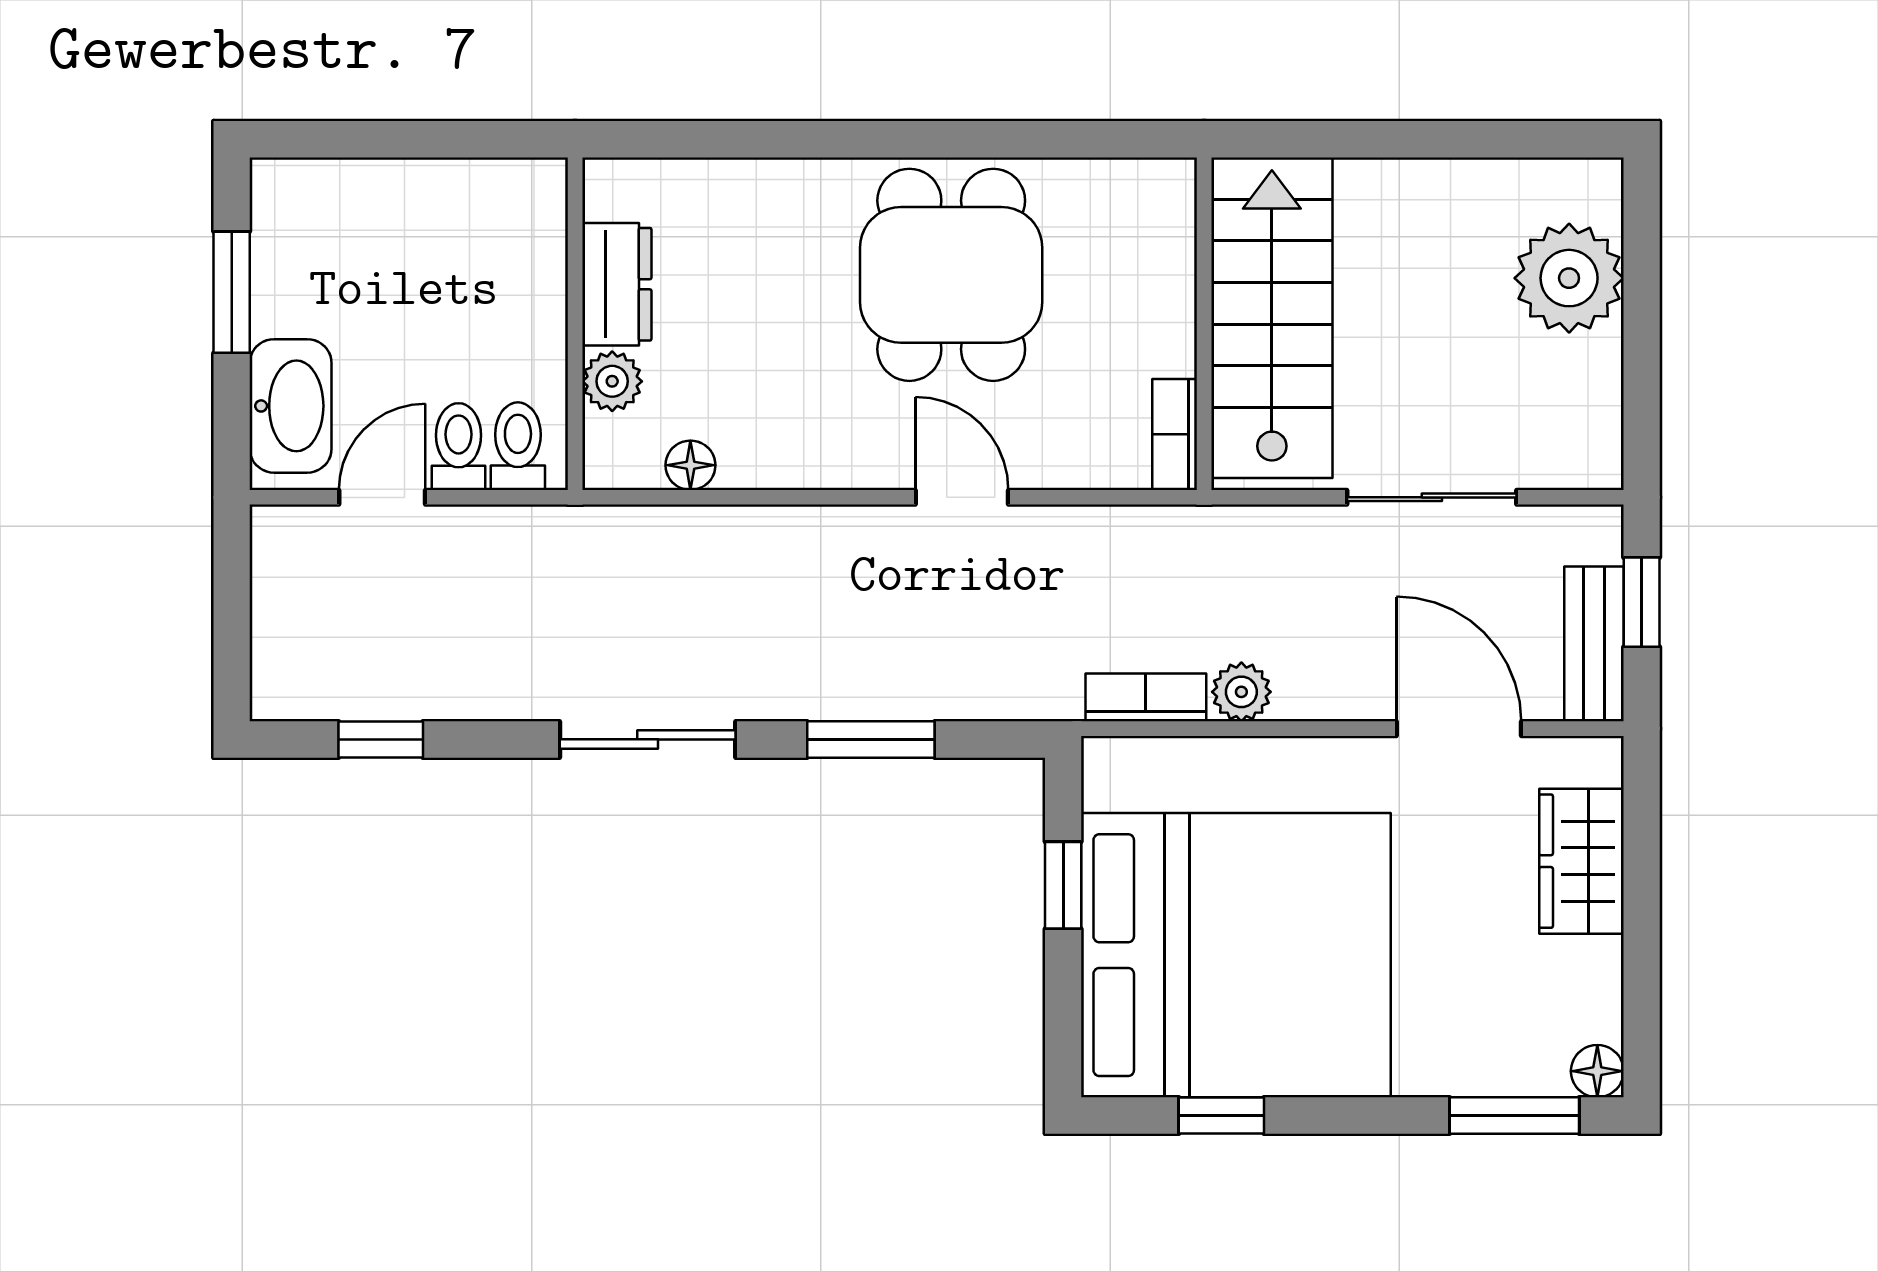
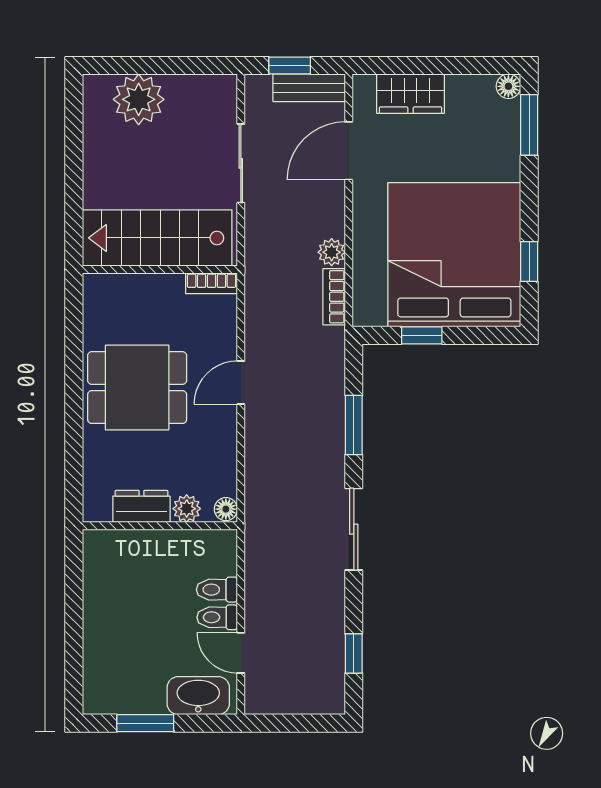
dresser: (617, 284) -> (141, 506), moved
wall: (575, 324) -> (160, 526), moved
plant: (612, 381) -> (187, 509), moved

